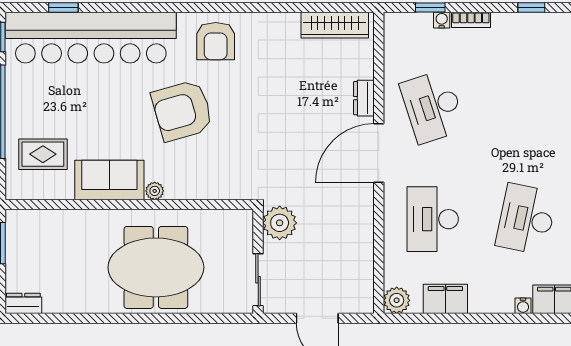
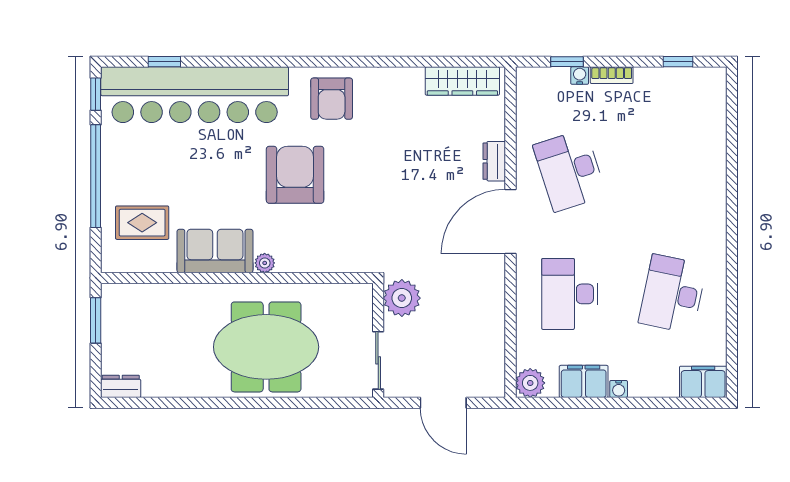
armchair: (182, 111) -> (295, 175), turned 106
water cooler: (523, 306) -> (619, 389), moved

